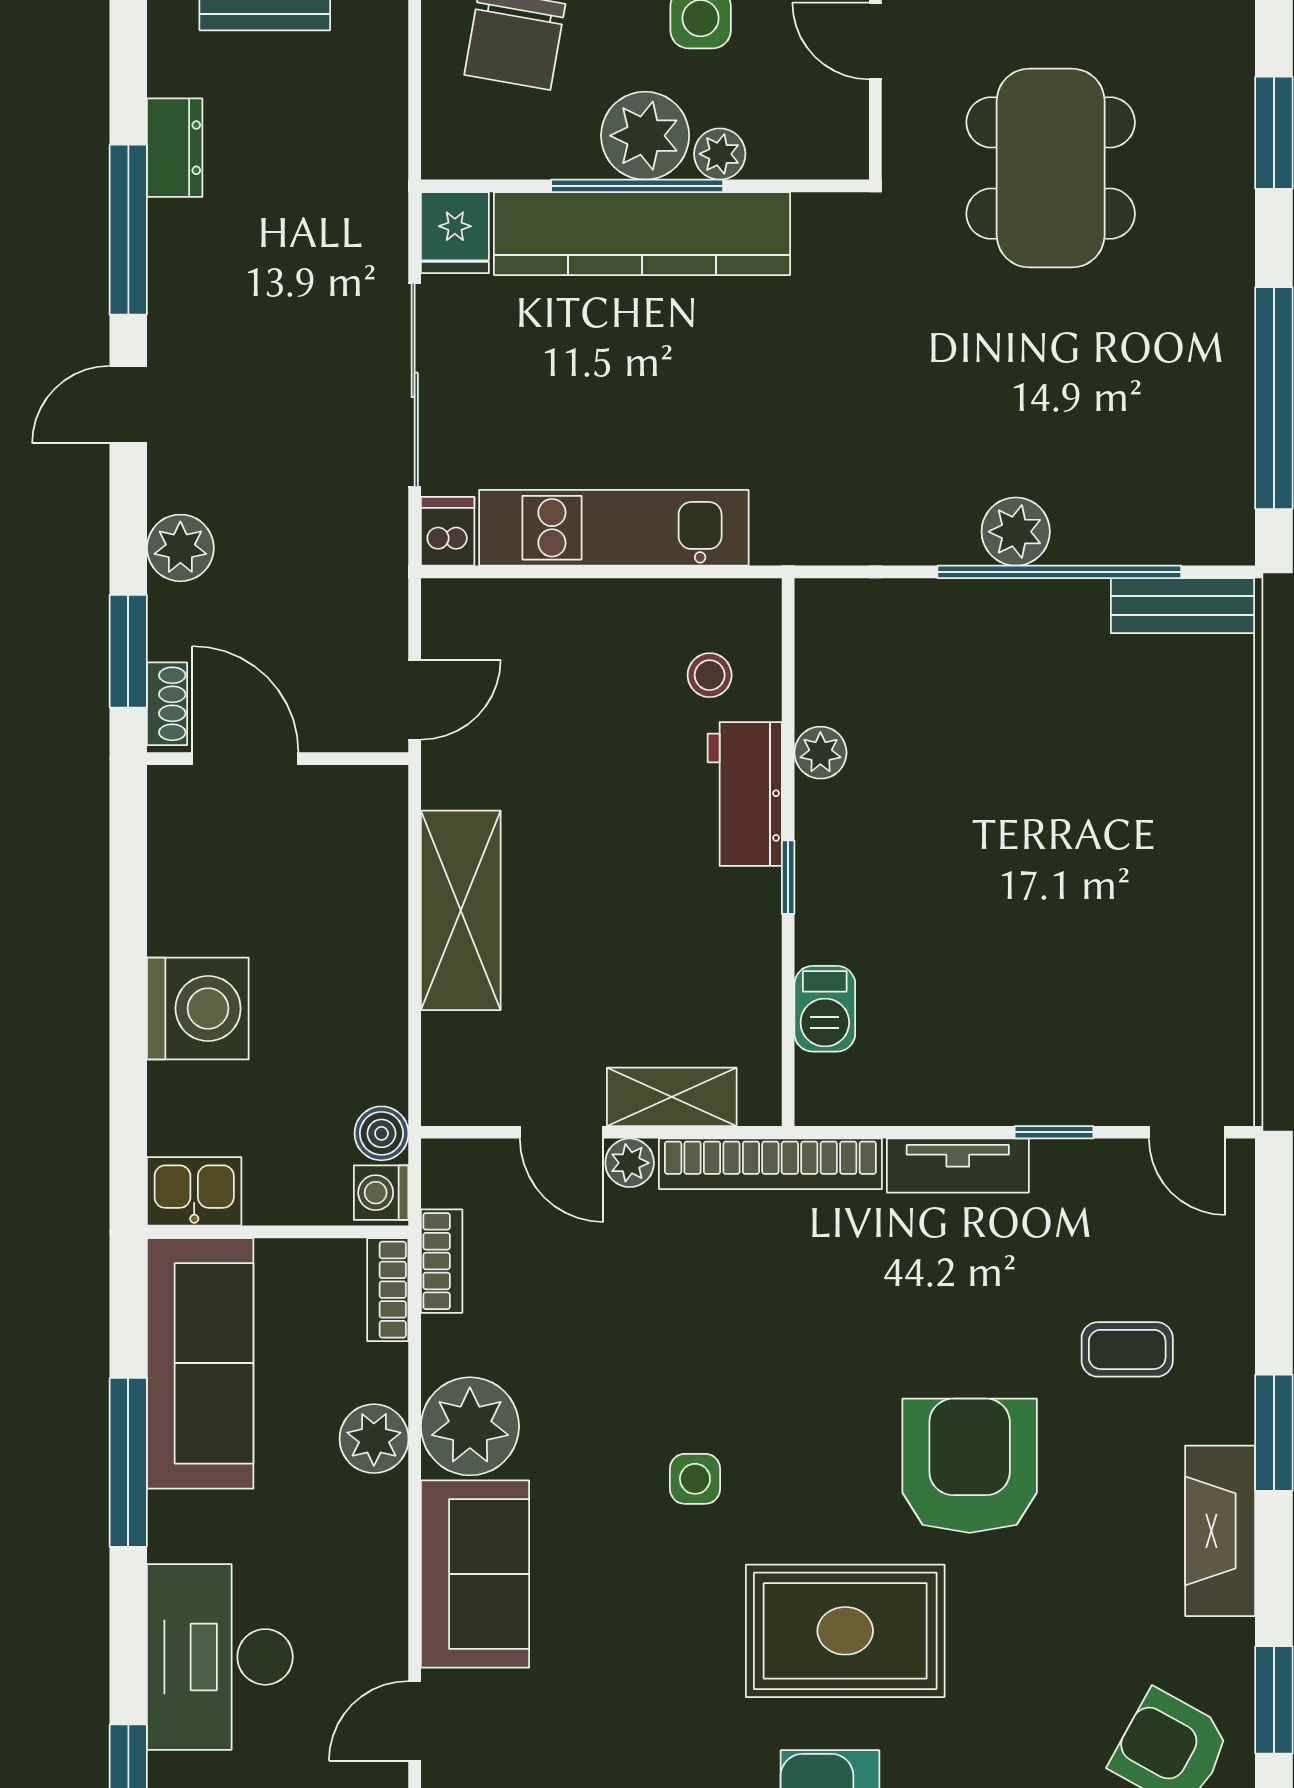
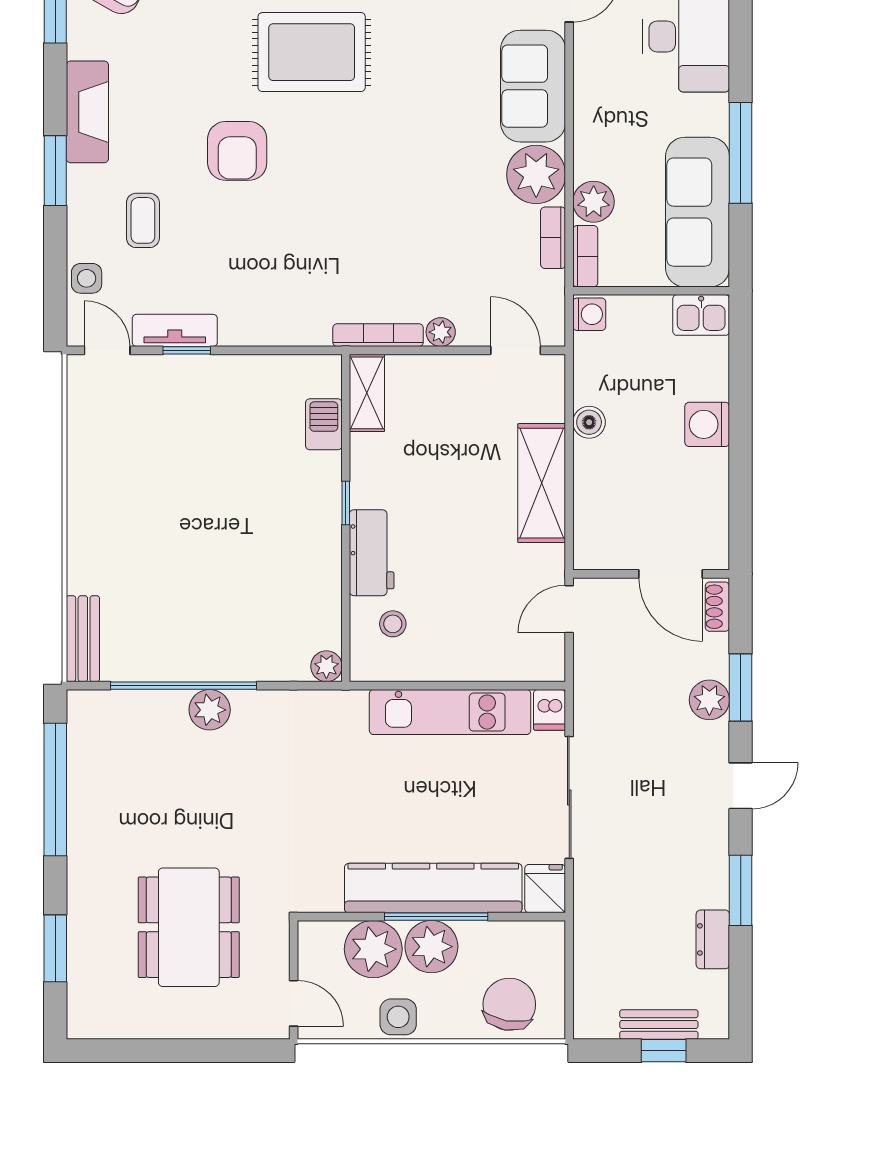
plant: (720, 154) -> (373, 949), width x1.87, depth x1.87
window: (128, 230) -> (741, 890), width x0.69
bench: (1183, 606) -> (83, 639), moved, turned 90
window: (128, 651) -> (741, 687), moved
plant: (820, 753) -> (326, 666), moved
washing machine: (198, 1009) -> (707, 424), width x0.73, depth x0.73
shelving: (672, 1097) -> (367, 393), moved, turned 90
door: (562, 1132) -> (516, 350), moved
boiler: (381, 1133) -> (589, 422), moved
bookcase: (770, 1164) -> (378, 335), width x0.68, depth x0.76
tv unit: (958, 1166) -> (175, 330), moved
bookcase: (442, 1261) -> (553, 238), moved
coffee table: (1127, 1349) -> (143, 220), turned 90
plant: (374, 1439) -> (594, 202), moved
armchair: (970, 1466) -> (237, 151), width x0.73, depth x0.73
side table: (695, 1479) -> (87, 278), moved

